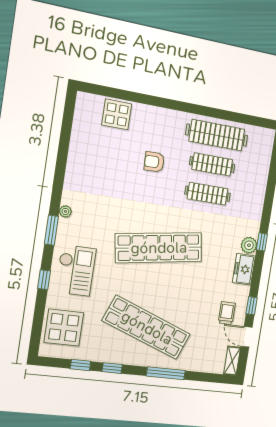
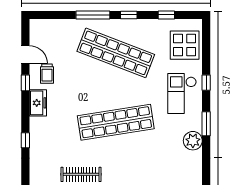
plant: (65, 211) -> (193, 141), width x1.88, depth x1.88
plant: (249, 245) -> (37, 136), removed
freezer: (244, 269) -> (38, 103), moved
shelving: (232, 361) -> (35, 32), removed
window: (112, 368) -> (129, 15), moved

